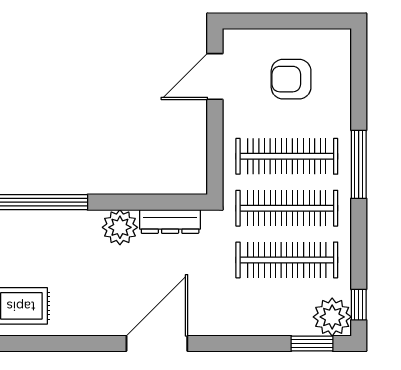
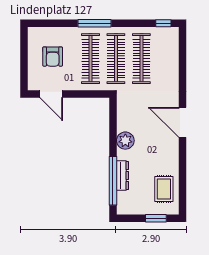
dresser: (170, 221) -> (122, 176), moved
plant: (332, 317) -> (169, 36), removed
window: (312, 343) -> (182, 46), removed

